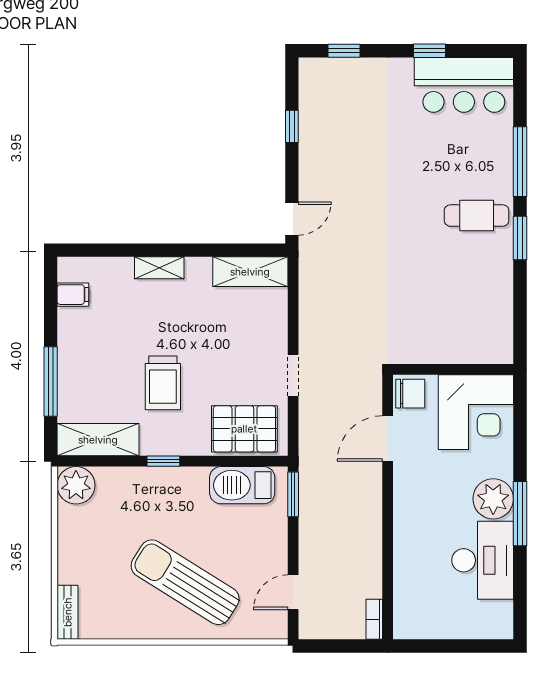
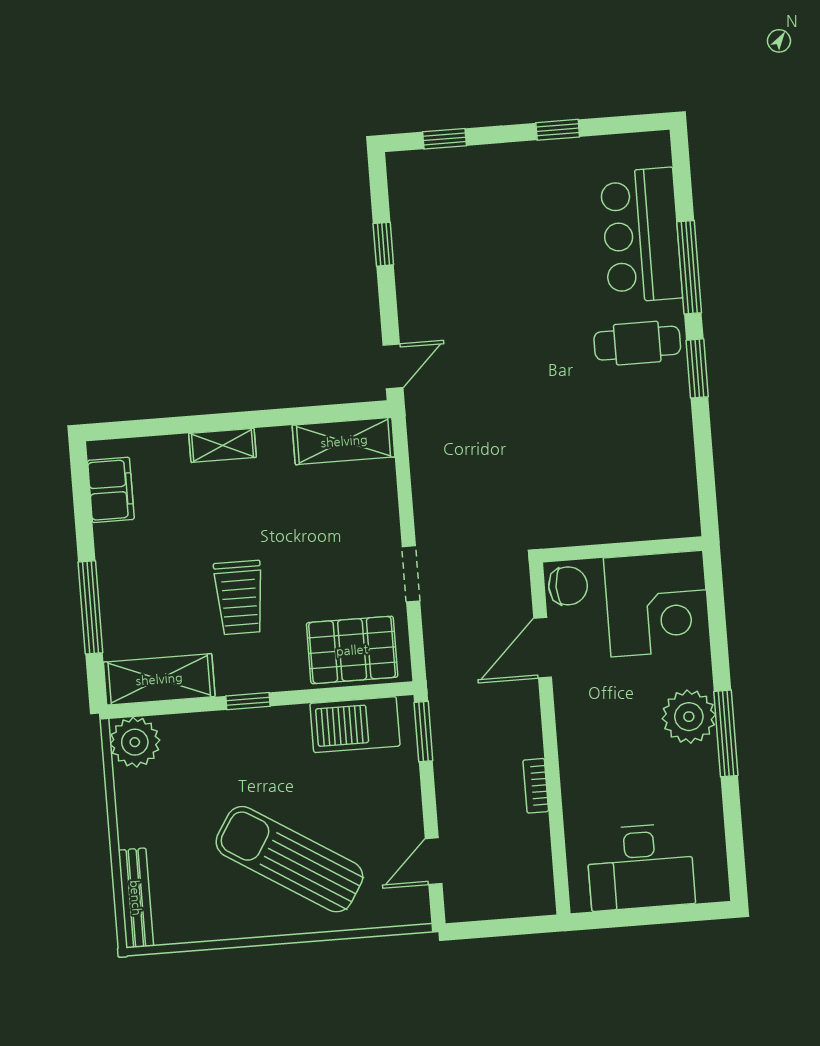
bar counter: (464, 85) -> (641, 235), moved, turned 90
filing cabinet: (73, 295) -> (111, 490), width x2.00
desk: (483, 560) -> (641, 867), moved, turned 90
bench: (68, 612) -> (136, 898), width x1.36
bookcase: (374, 619) -> (536, 786), moved

